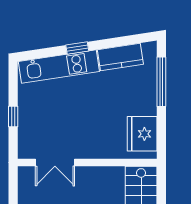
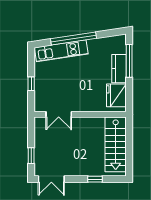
window: (77, 48) -> (73, 39), width x3.17
kitchen counter: (120, 57) -> (119, 69), moved, turned 99

